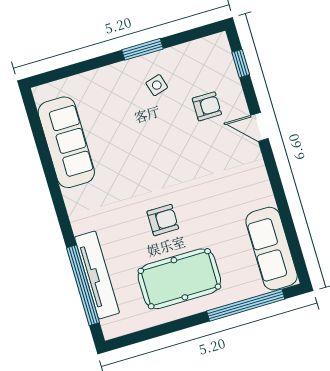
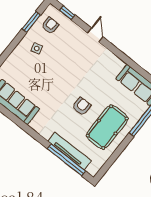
window: (142, 49) -> (31, 22), moved
armchair: (207, 106) -> (50, 26), moved
door: (259, 127) -> (95, 35), swing flipped

